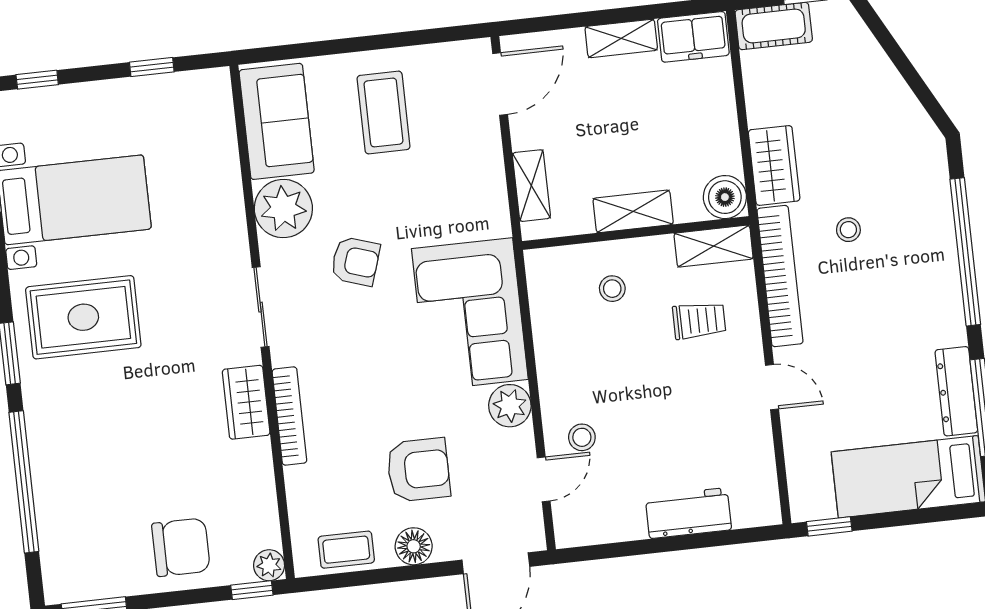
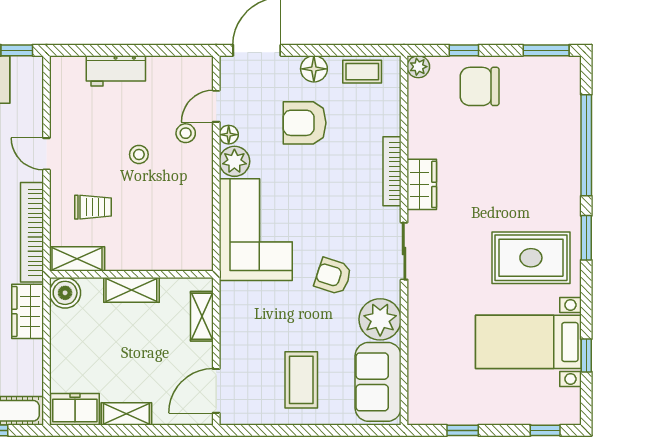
stool: (612, 289) -> (139, 154), moved
trolley: (699, 320) -> (93, 207), turned 180
floor lamp: (522, 442) -> (229, 135), added
window: (252, 590) -> (464, 50), moved

